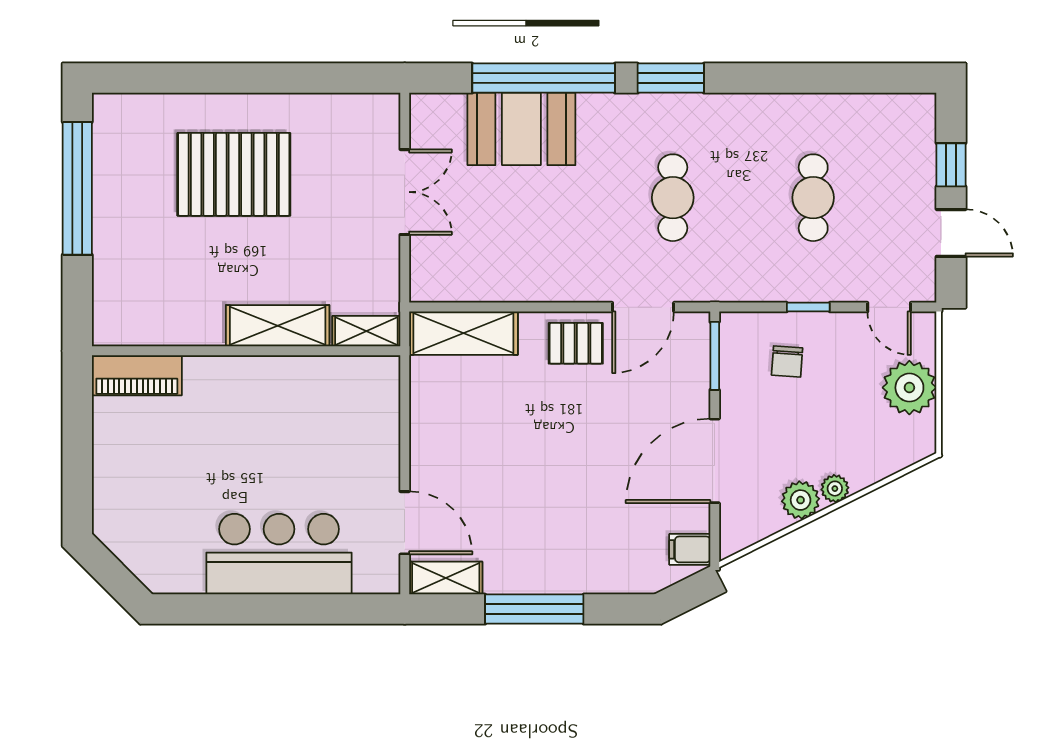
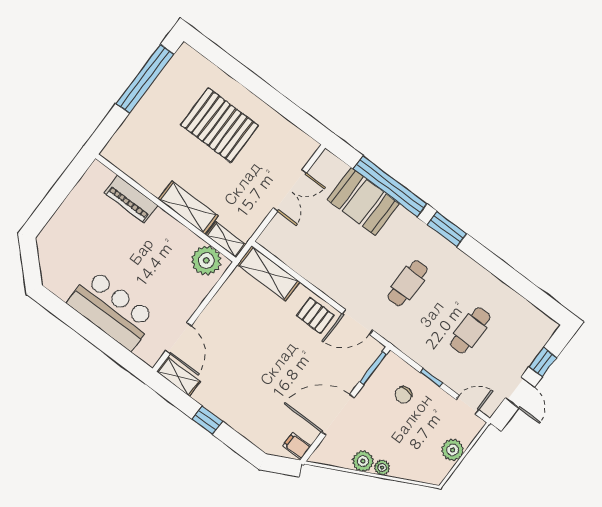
door: (889, 307) -> (467, 405), swing flipped
piano: (137, 375) -> (131, 199), moved
plant: (361, 382) -> (206, 260), added
plant: (909, 388) -> (453, 450), width x0.73, depth x0.73
window: (534, 609) -> (207, 420), width x0.46

